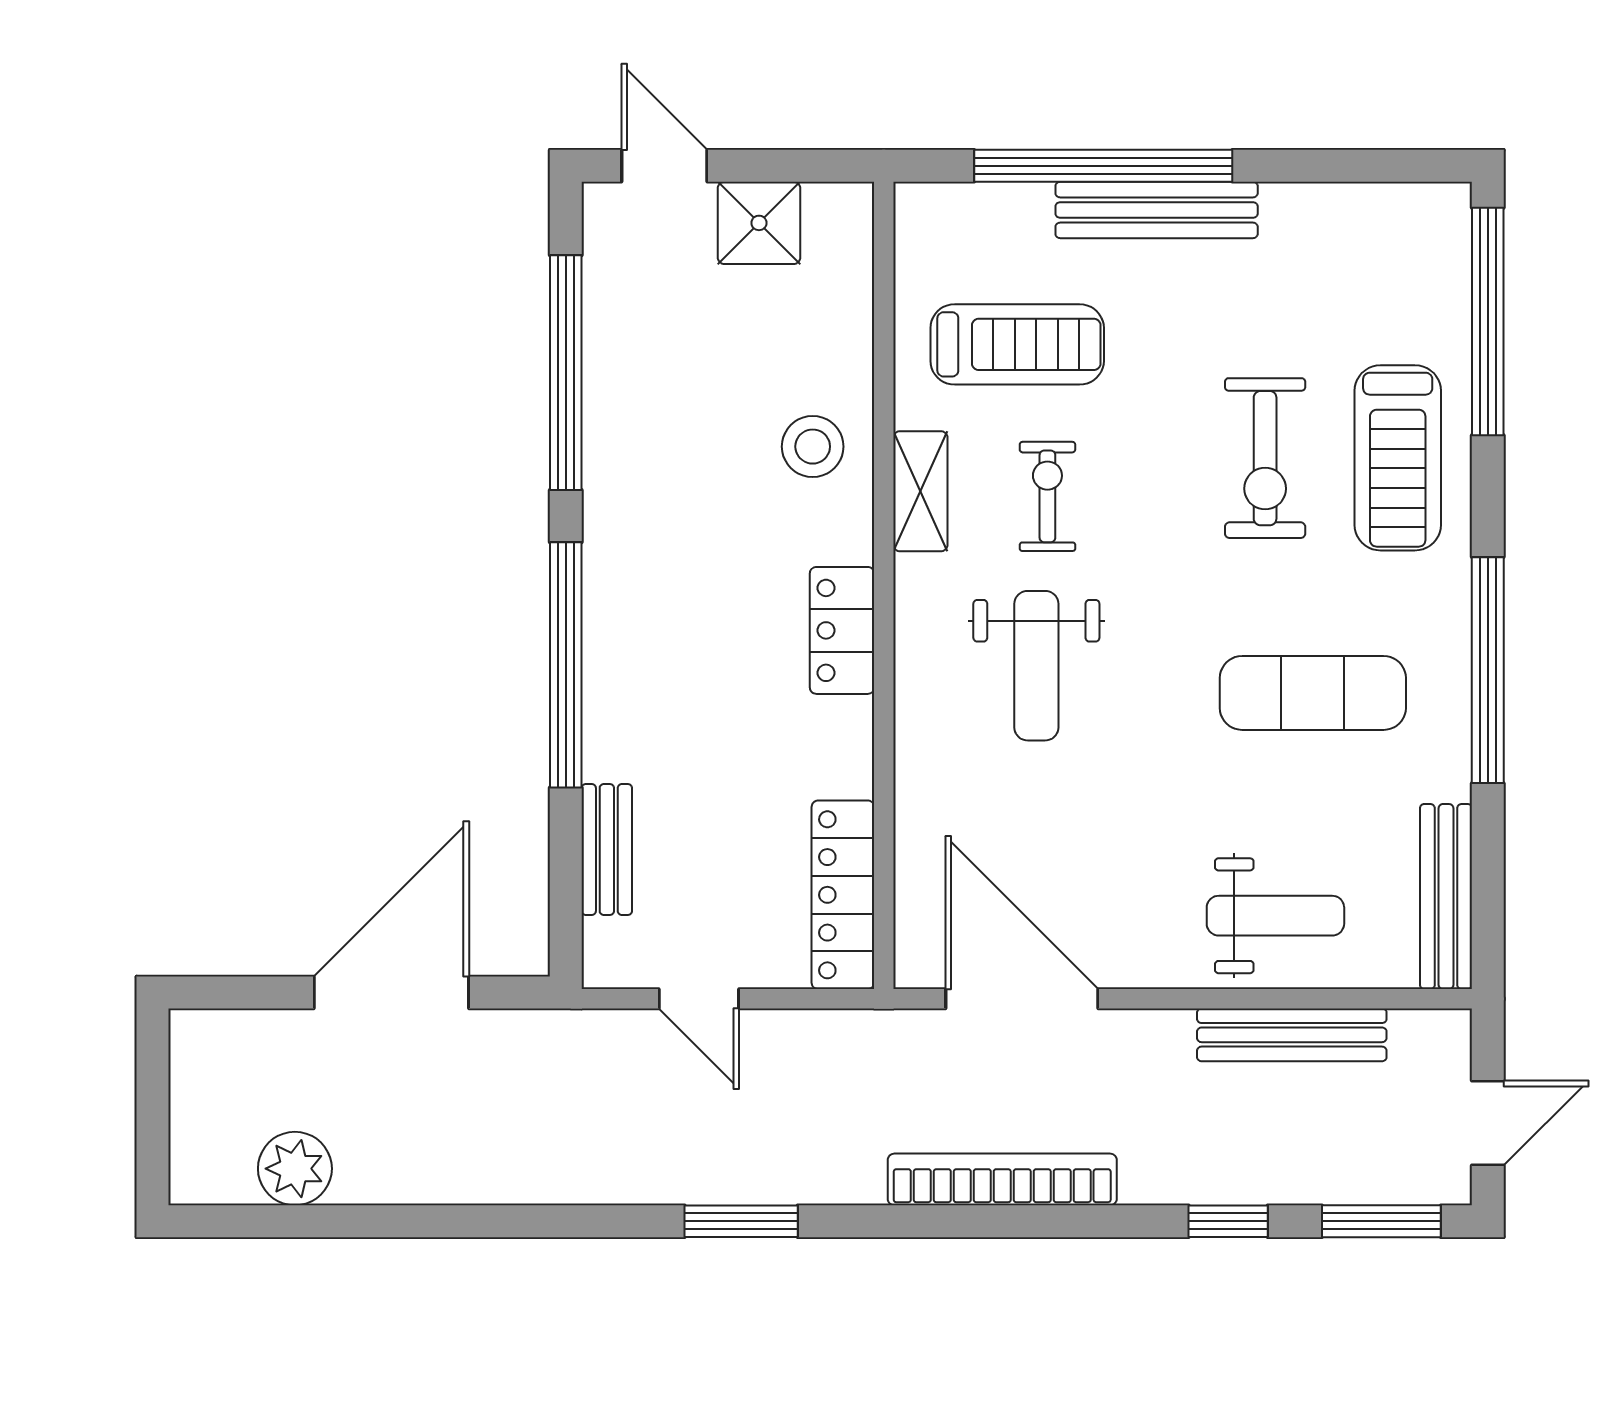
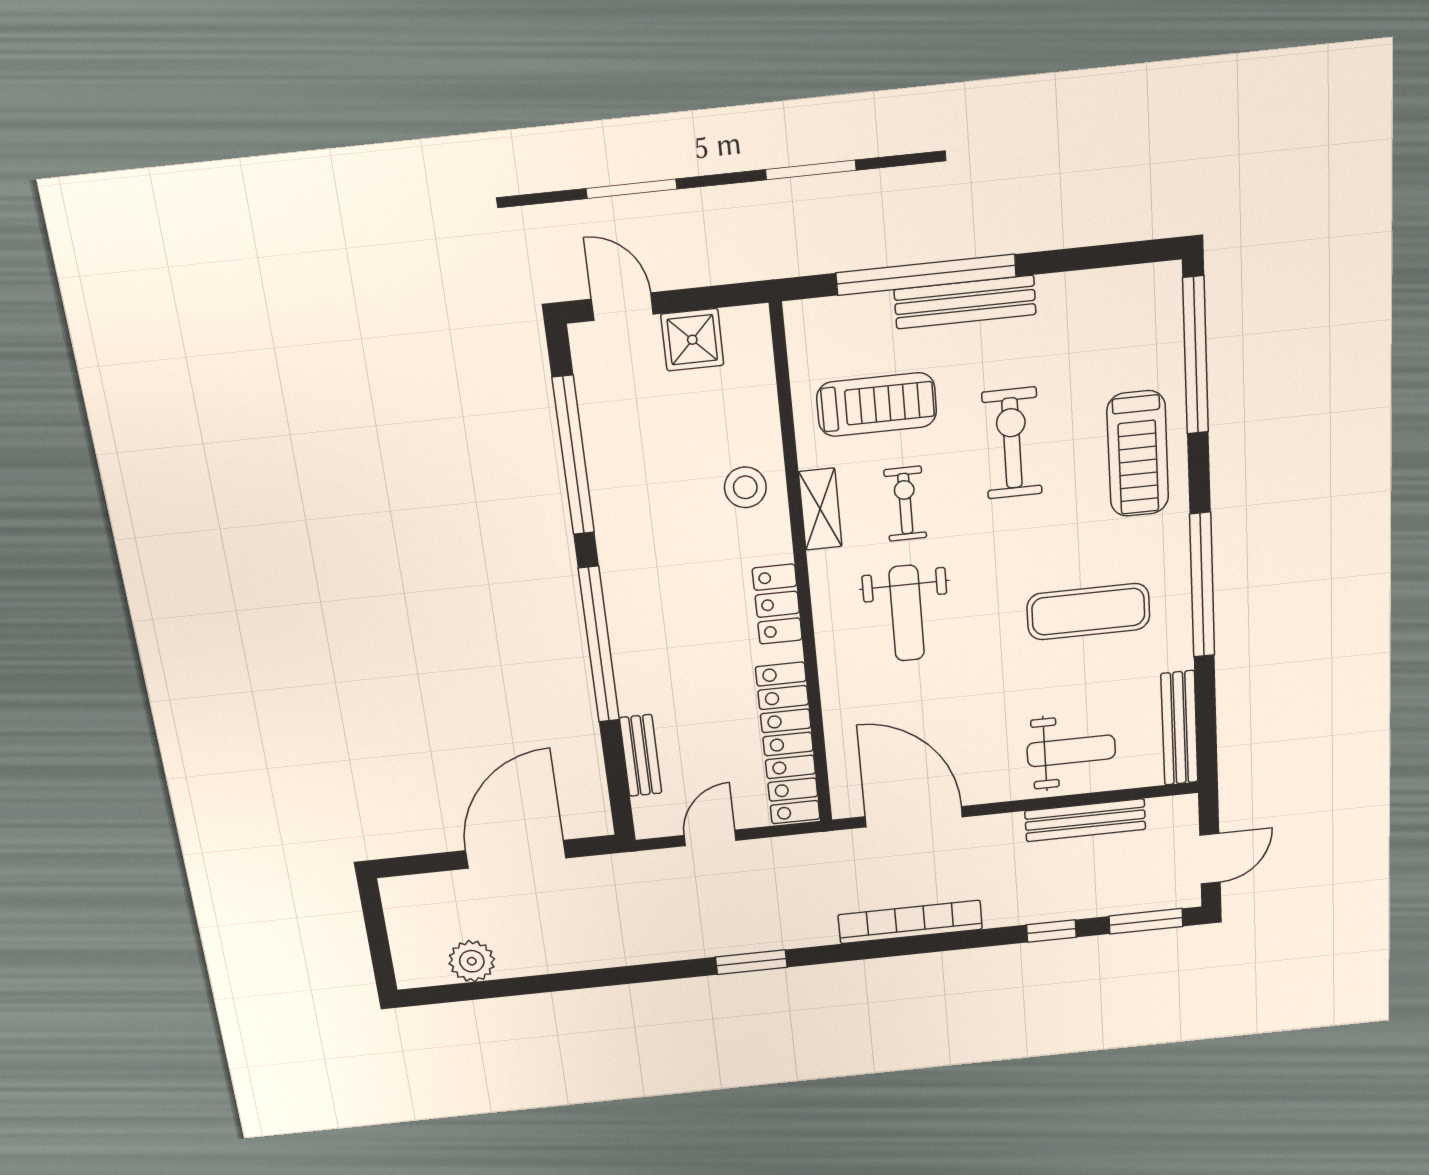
exercise bike: (1265, 458) -> (1012, 443), moved, turned 180
locker: (843, 895) -> (788, 744), width x1.41, depth x1.21
door: (699, 999) -> (710, 838), swing flipped

